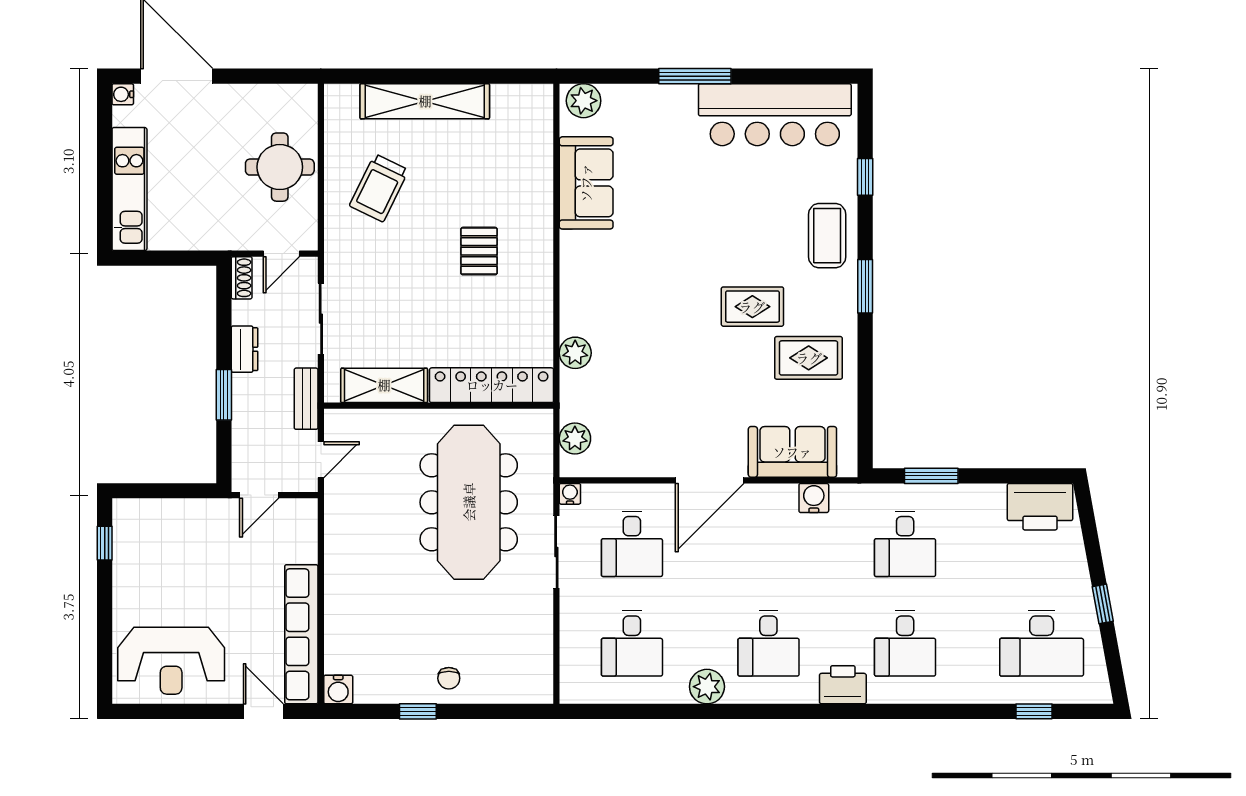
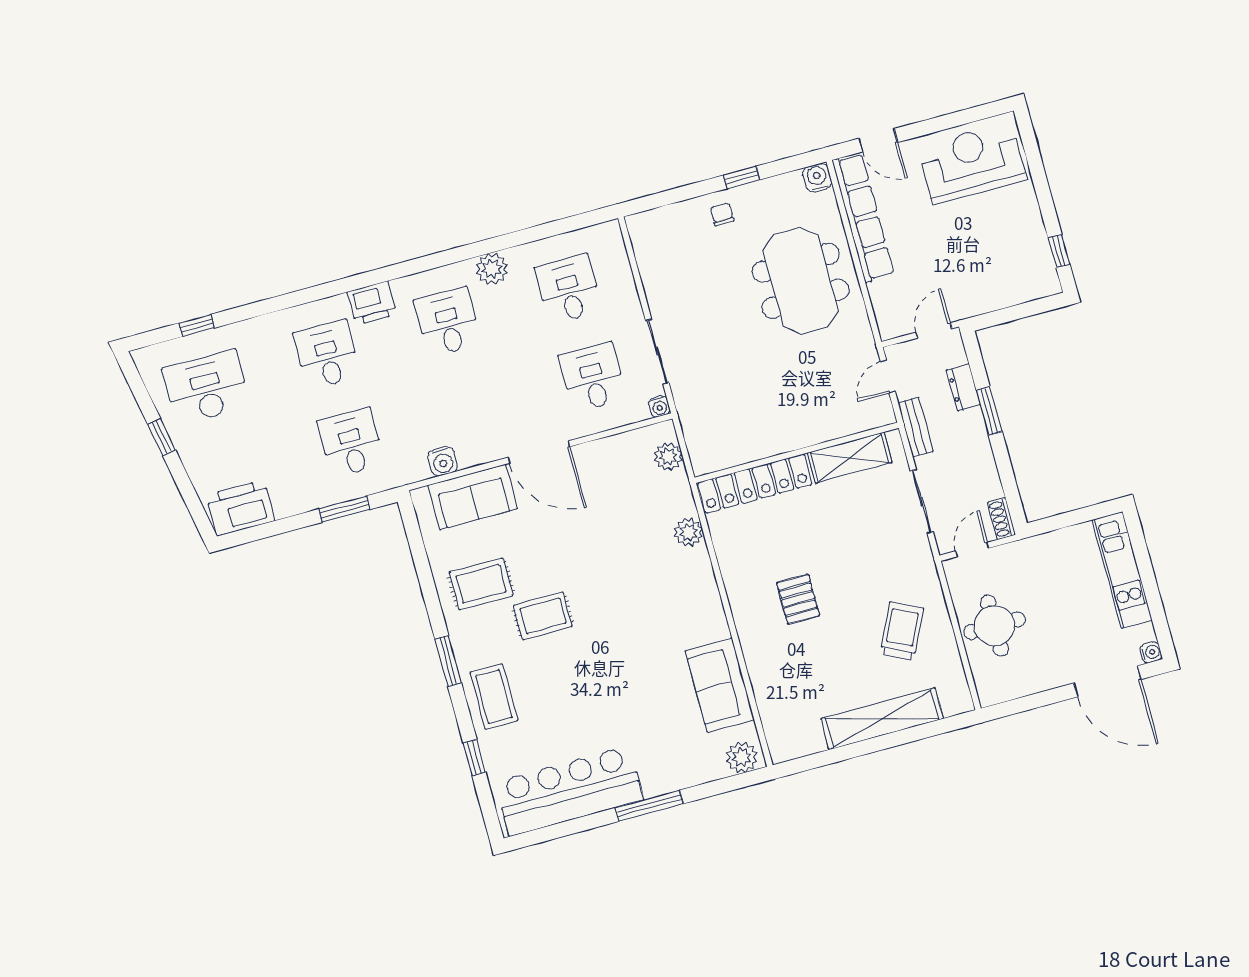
dresser: (244, 349) -> (963, 387), moved
door: (710, 480) -> (539, 452), swing flipped
meeting table: (469, 502) -> (801, 281), moved, width x0.73

